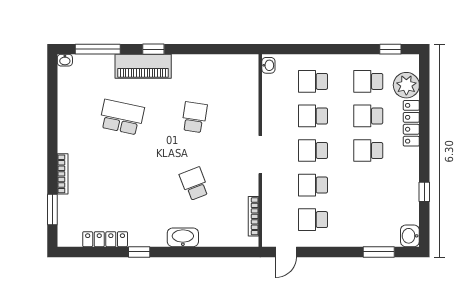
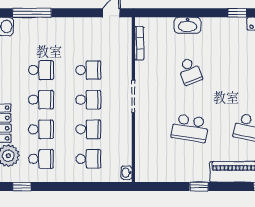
window: (153, 49) -> (199, 187), moved
school desk: (194, 117) -> (190, 128), width x1.85
school desk: (313, 220) -> (41, 70), moved
washbasin: (183, 237) -> (187, 25), moved
window: (379, 252) -> (32, 13), width x1.44

